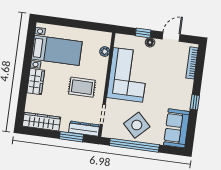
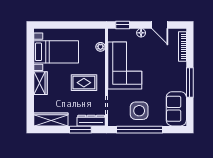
window: (143, 33) -> (123, 25), moved
door: (171, 37) -> (160, 25), swing flipped
window: (195, 102) -> (190, 82), width x2.17
side table: (137, 125) -> (139, 111), turned 45

